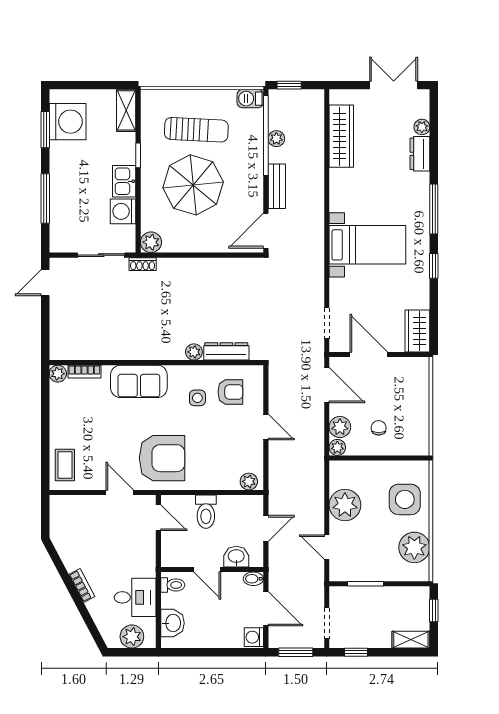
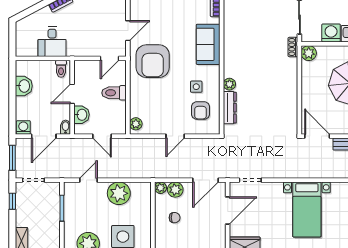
washbasin: (172, 623) -> (24, 86), moved, turned -90
plant: (132, 637) -> (24, 39), removed

